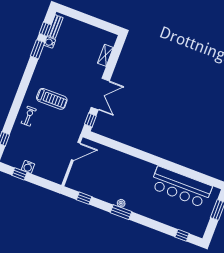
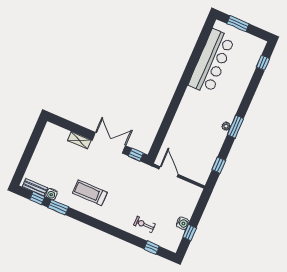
shelving: (105, 55) -> (79, 140), moved
treadmill: (52, 99) -> (90, 193), moved, turned -90
exercise bike: (29, 116) -> (144, 225), moved

